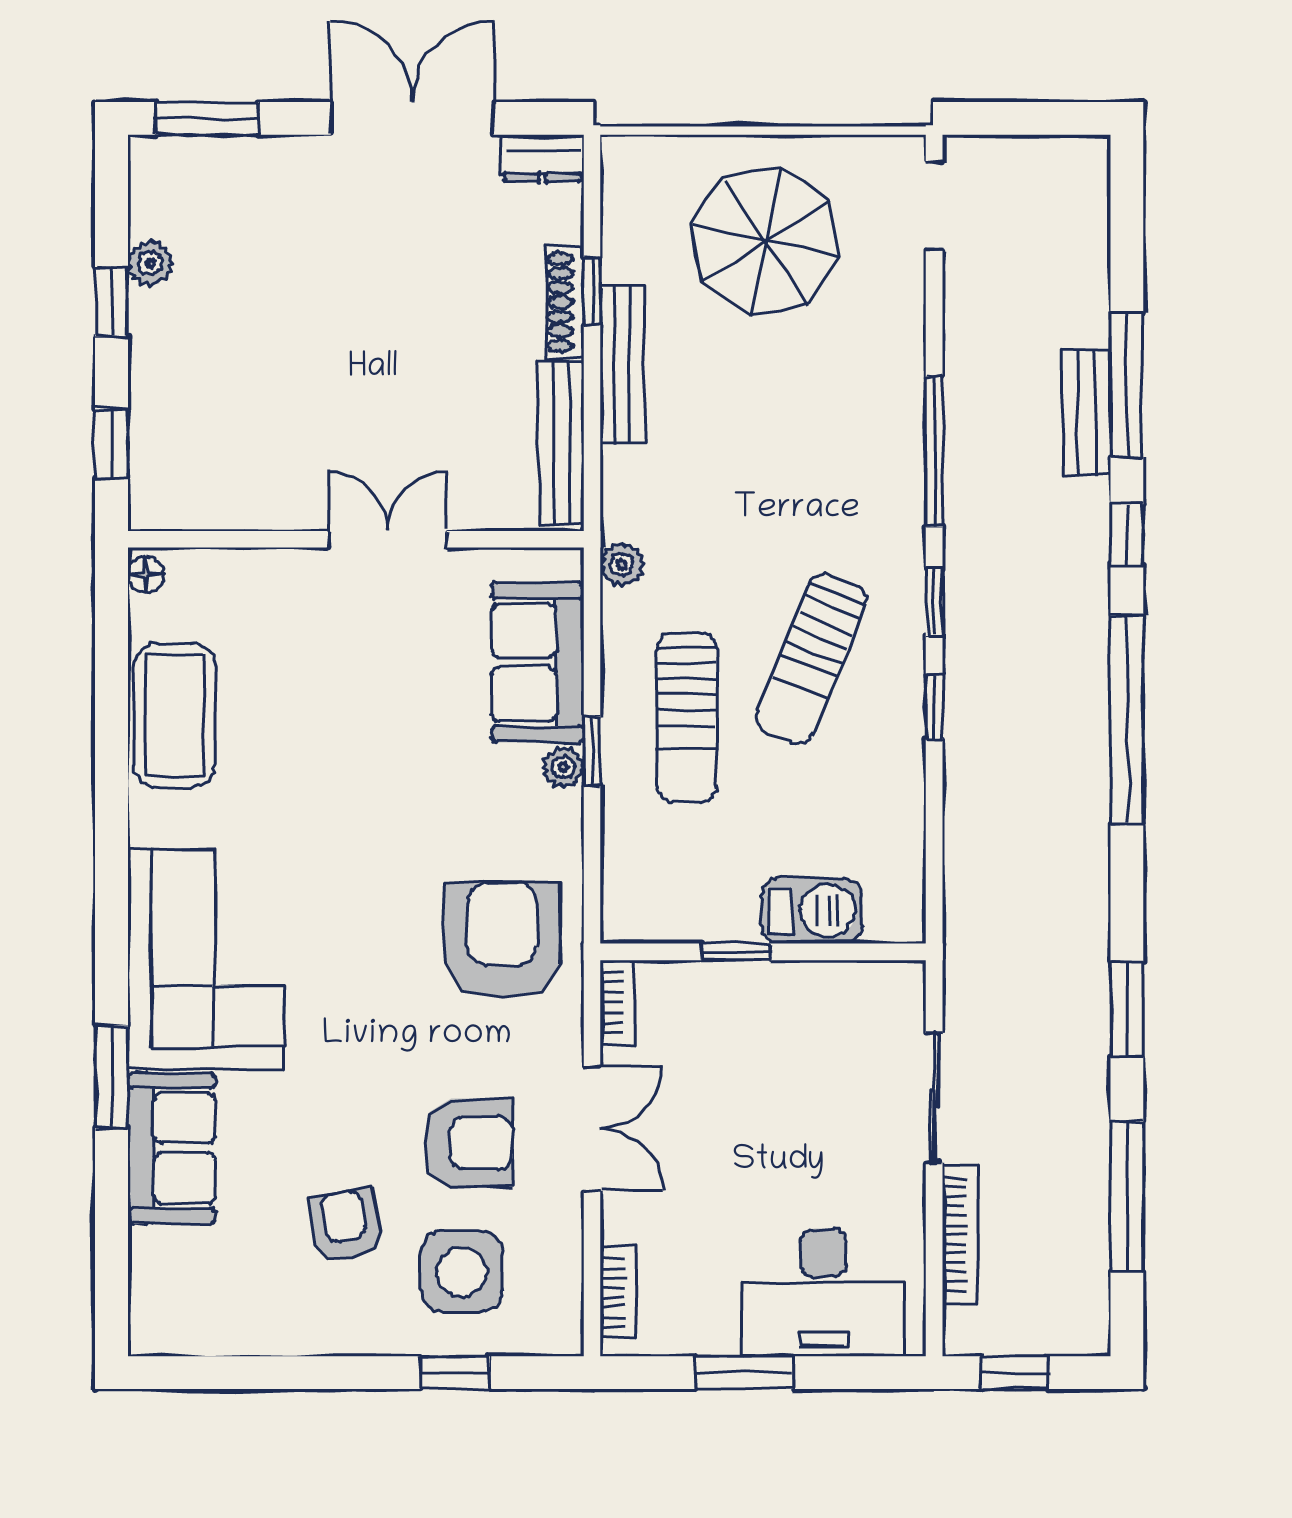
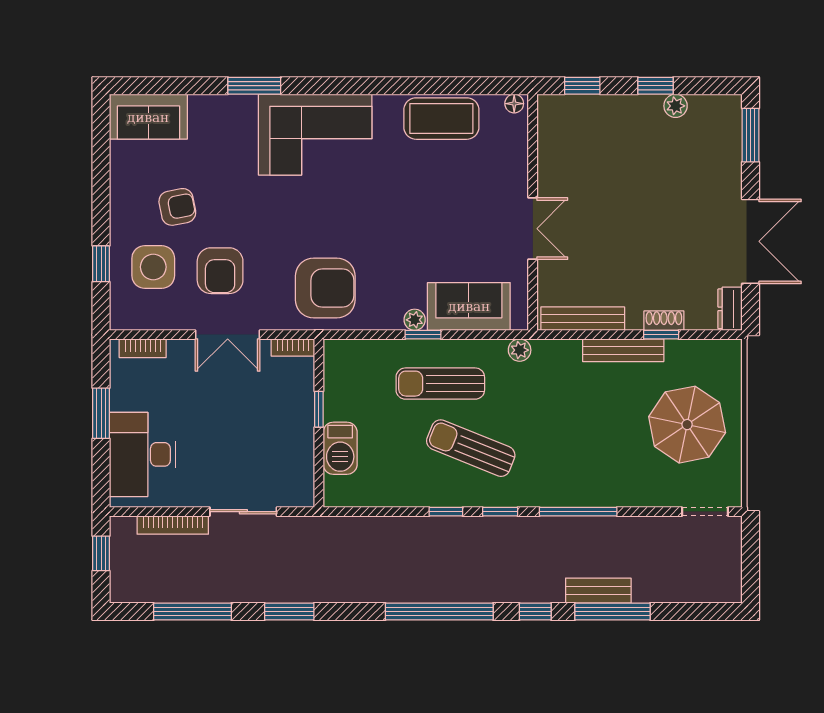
shoe rack: (565, 302) -> (664, 321), width x0.70
sofa: (171, 1148) -> (148, 117), moved

